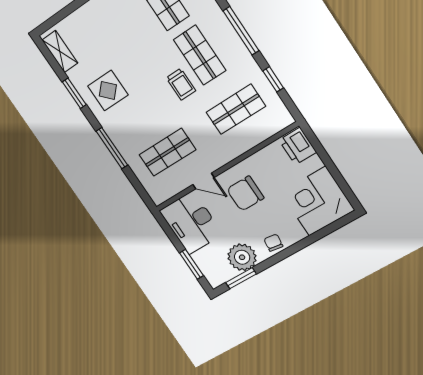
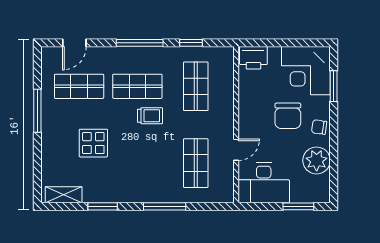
display table: (108, 90) -> (93, 143), moved
chair: (245, 194) -> (288, 116), moved
window: (241, 278) -> (334, 86), moved

